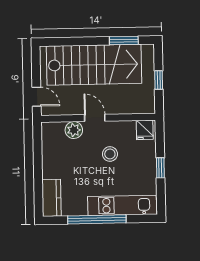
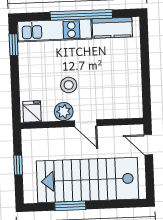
window: (124, 41) -> (70, 206), moved
plant: (74, 130) -> (64, 112), moved
window: (160, 168) -> (14, 45), moved
kitchen counter: (52, 198) -> (112, 28), moved, turned -90

